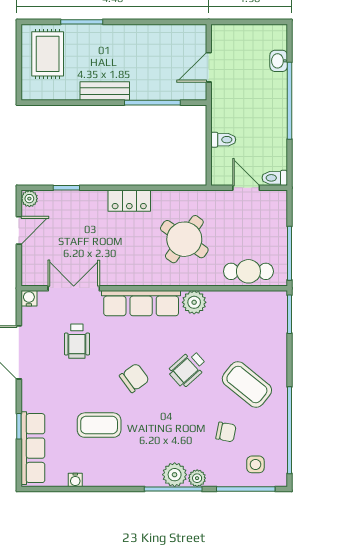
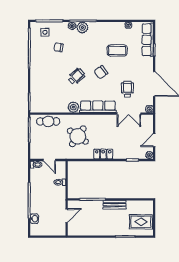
rug: (48, 54) -> (141, 222), turned 90
coffee table: (247, 385) -> (49, 69), removed

